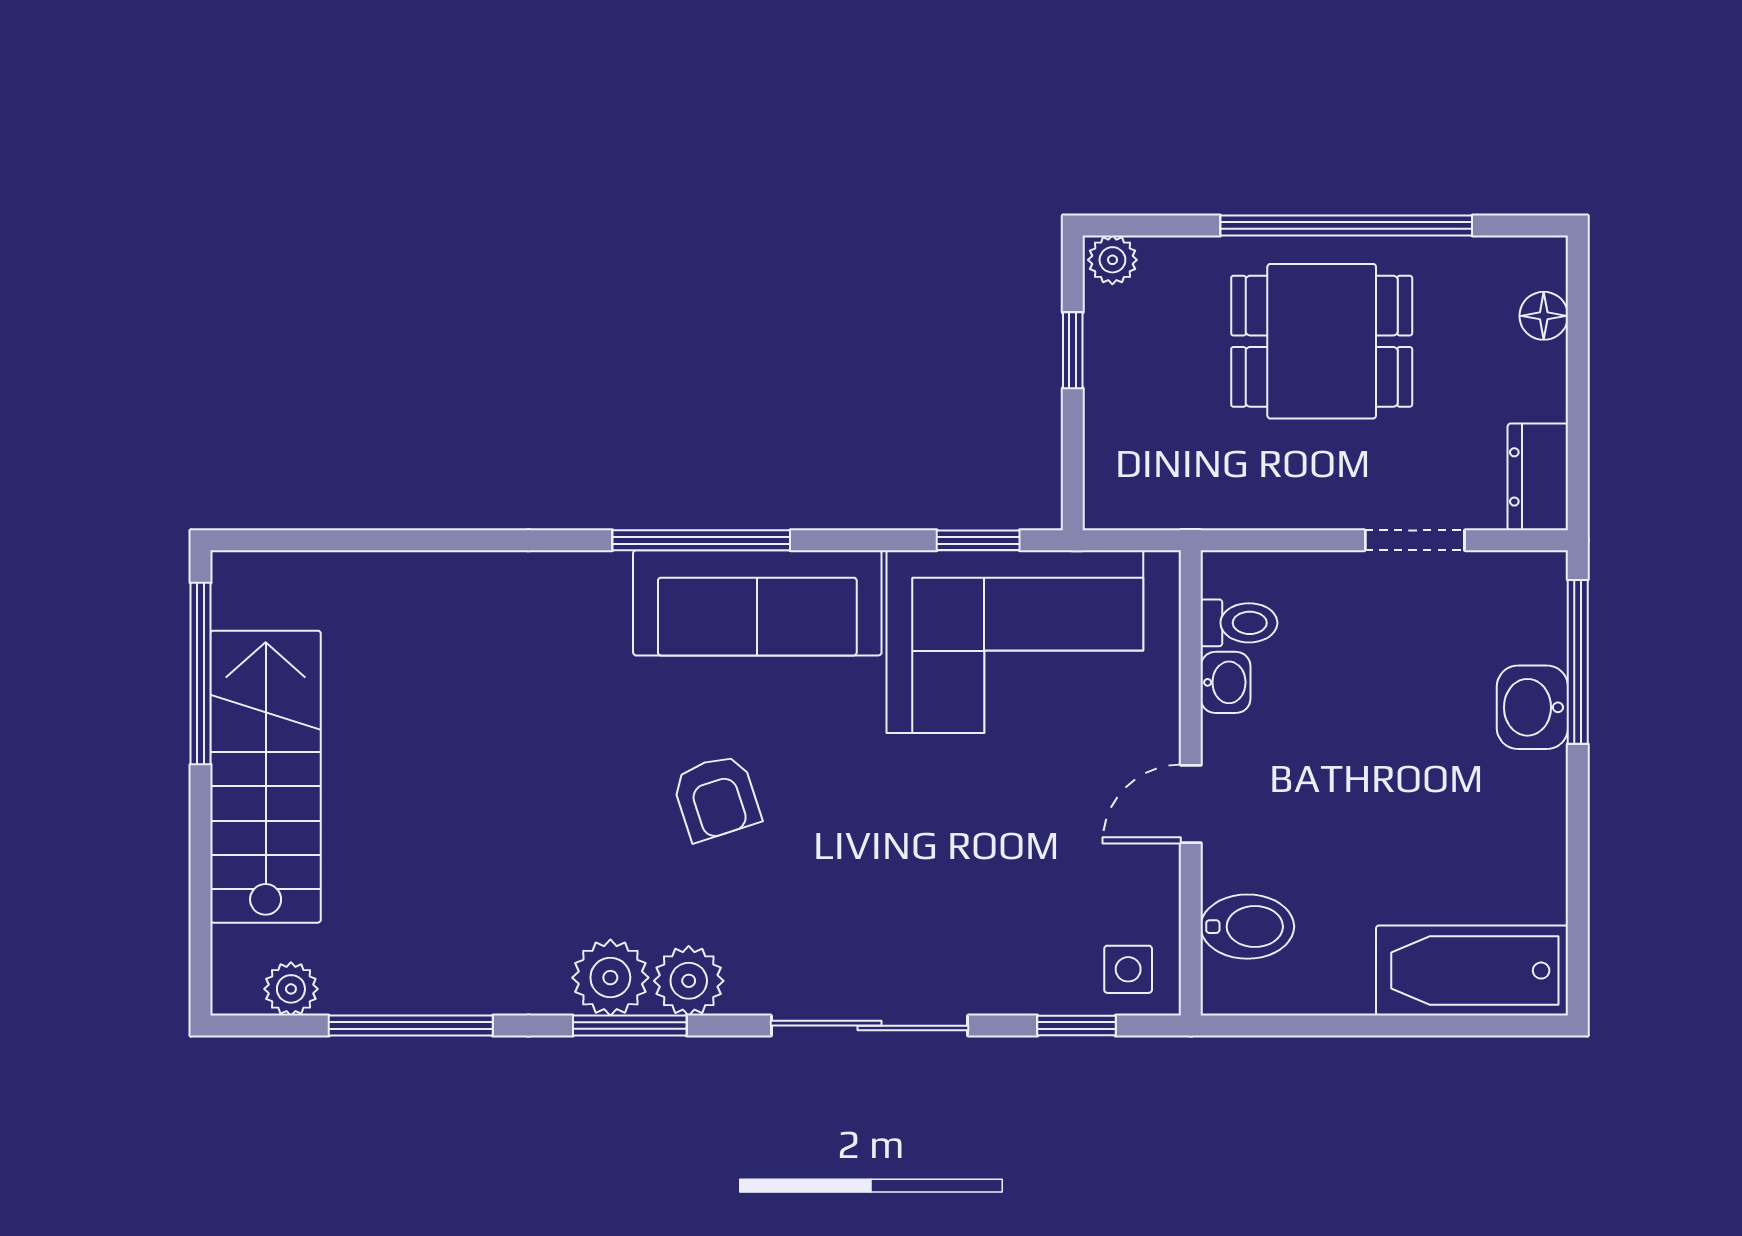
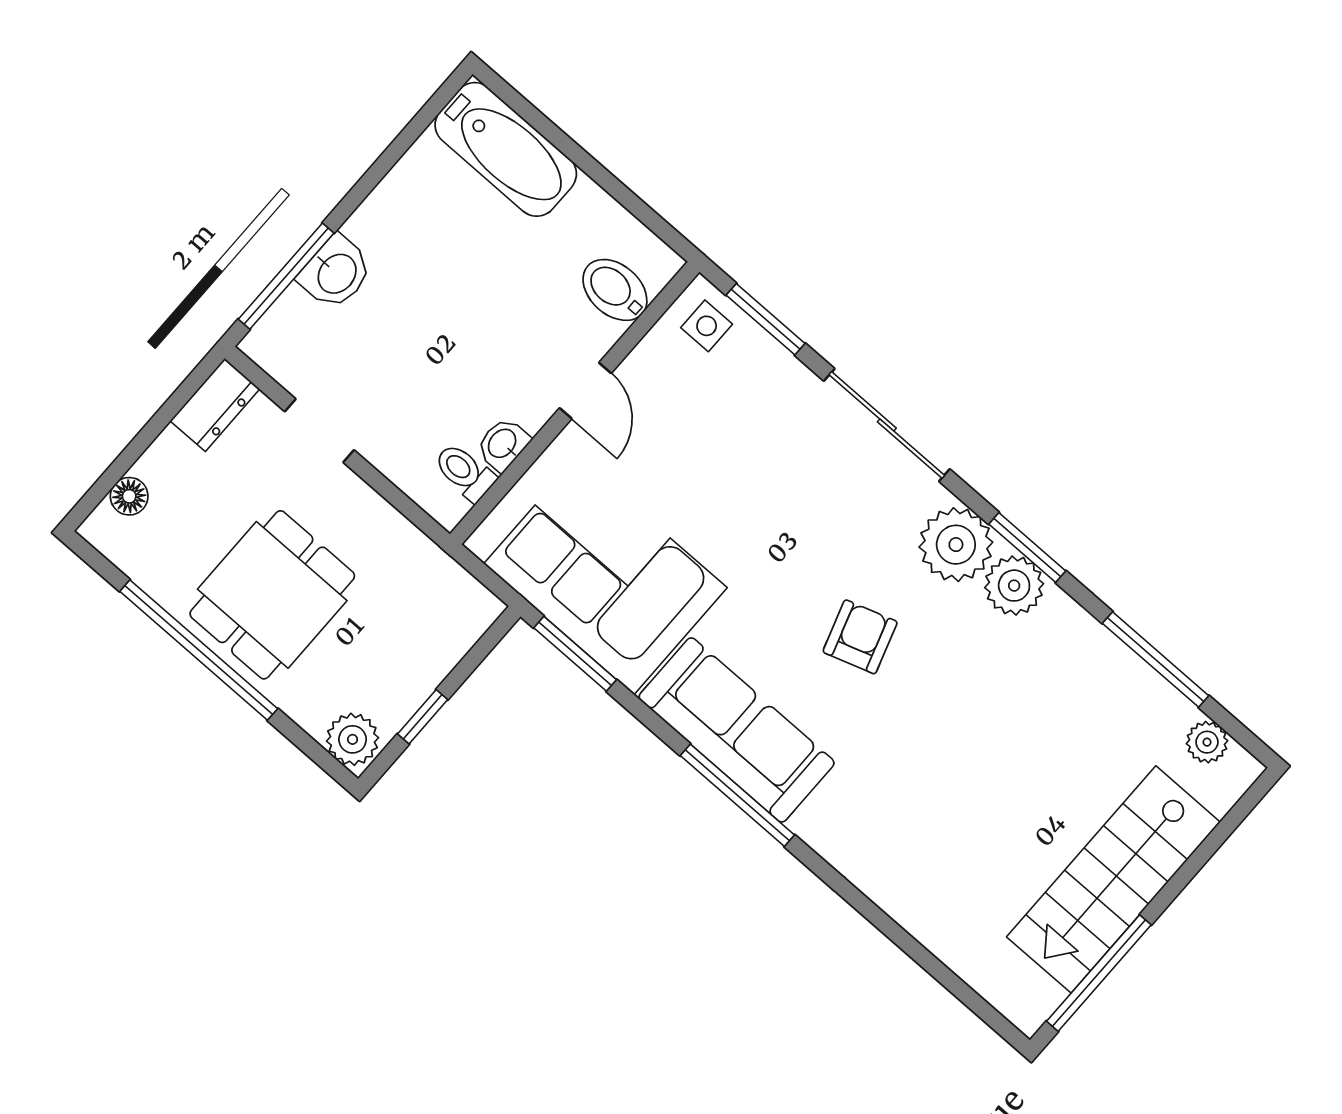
plant: (1112, 260) -> (353, 739), width x1.38, depth x1.38
dining table: (1322, 341) -> (272, 595), turned 90
window: (978, 540) -> (575, 654), width x1.50
door: (1191, 804) -> (585, 391), hinge flipped
plant: (689, 981) -> (956, 545), width x1.36, depth x1.36
window: (1076, 1026) -> (766, 319), width x1.50

